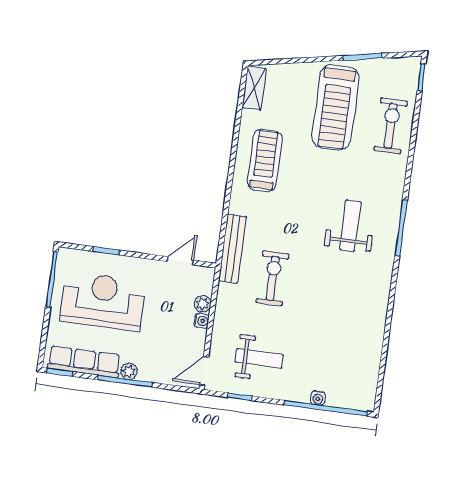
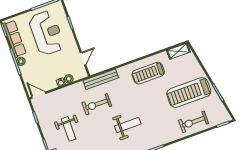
exercise bike: (391, 126) -> (194, 122), turned 180
treadmill: (265, 160) -> (148, 73), turned 180
weight bench: (350, 226) -> (128, 125), moved
door: (181, 261) -> (83, 59), hinge flipped
exercise bike: (273, 278) -> (97, 104), turned 180
weight bench: (259, 358) -> (69, 129), moved

